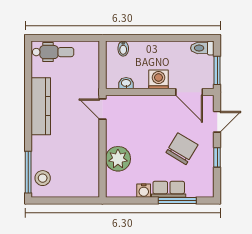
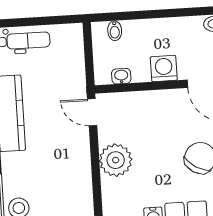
plant: (118, 159) -> (116, 160), moved

